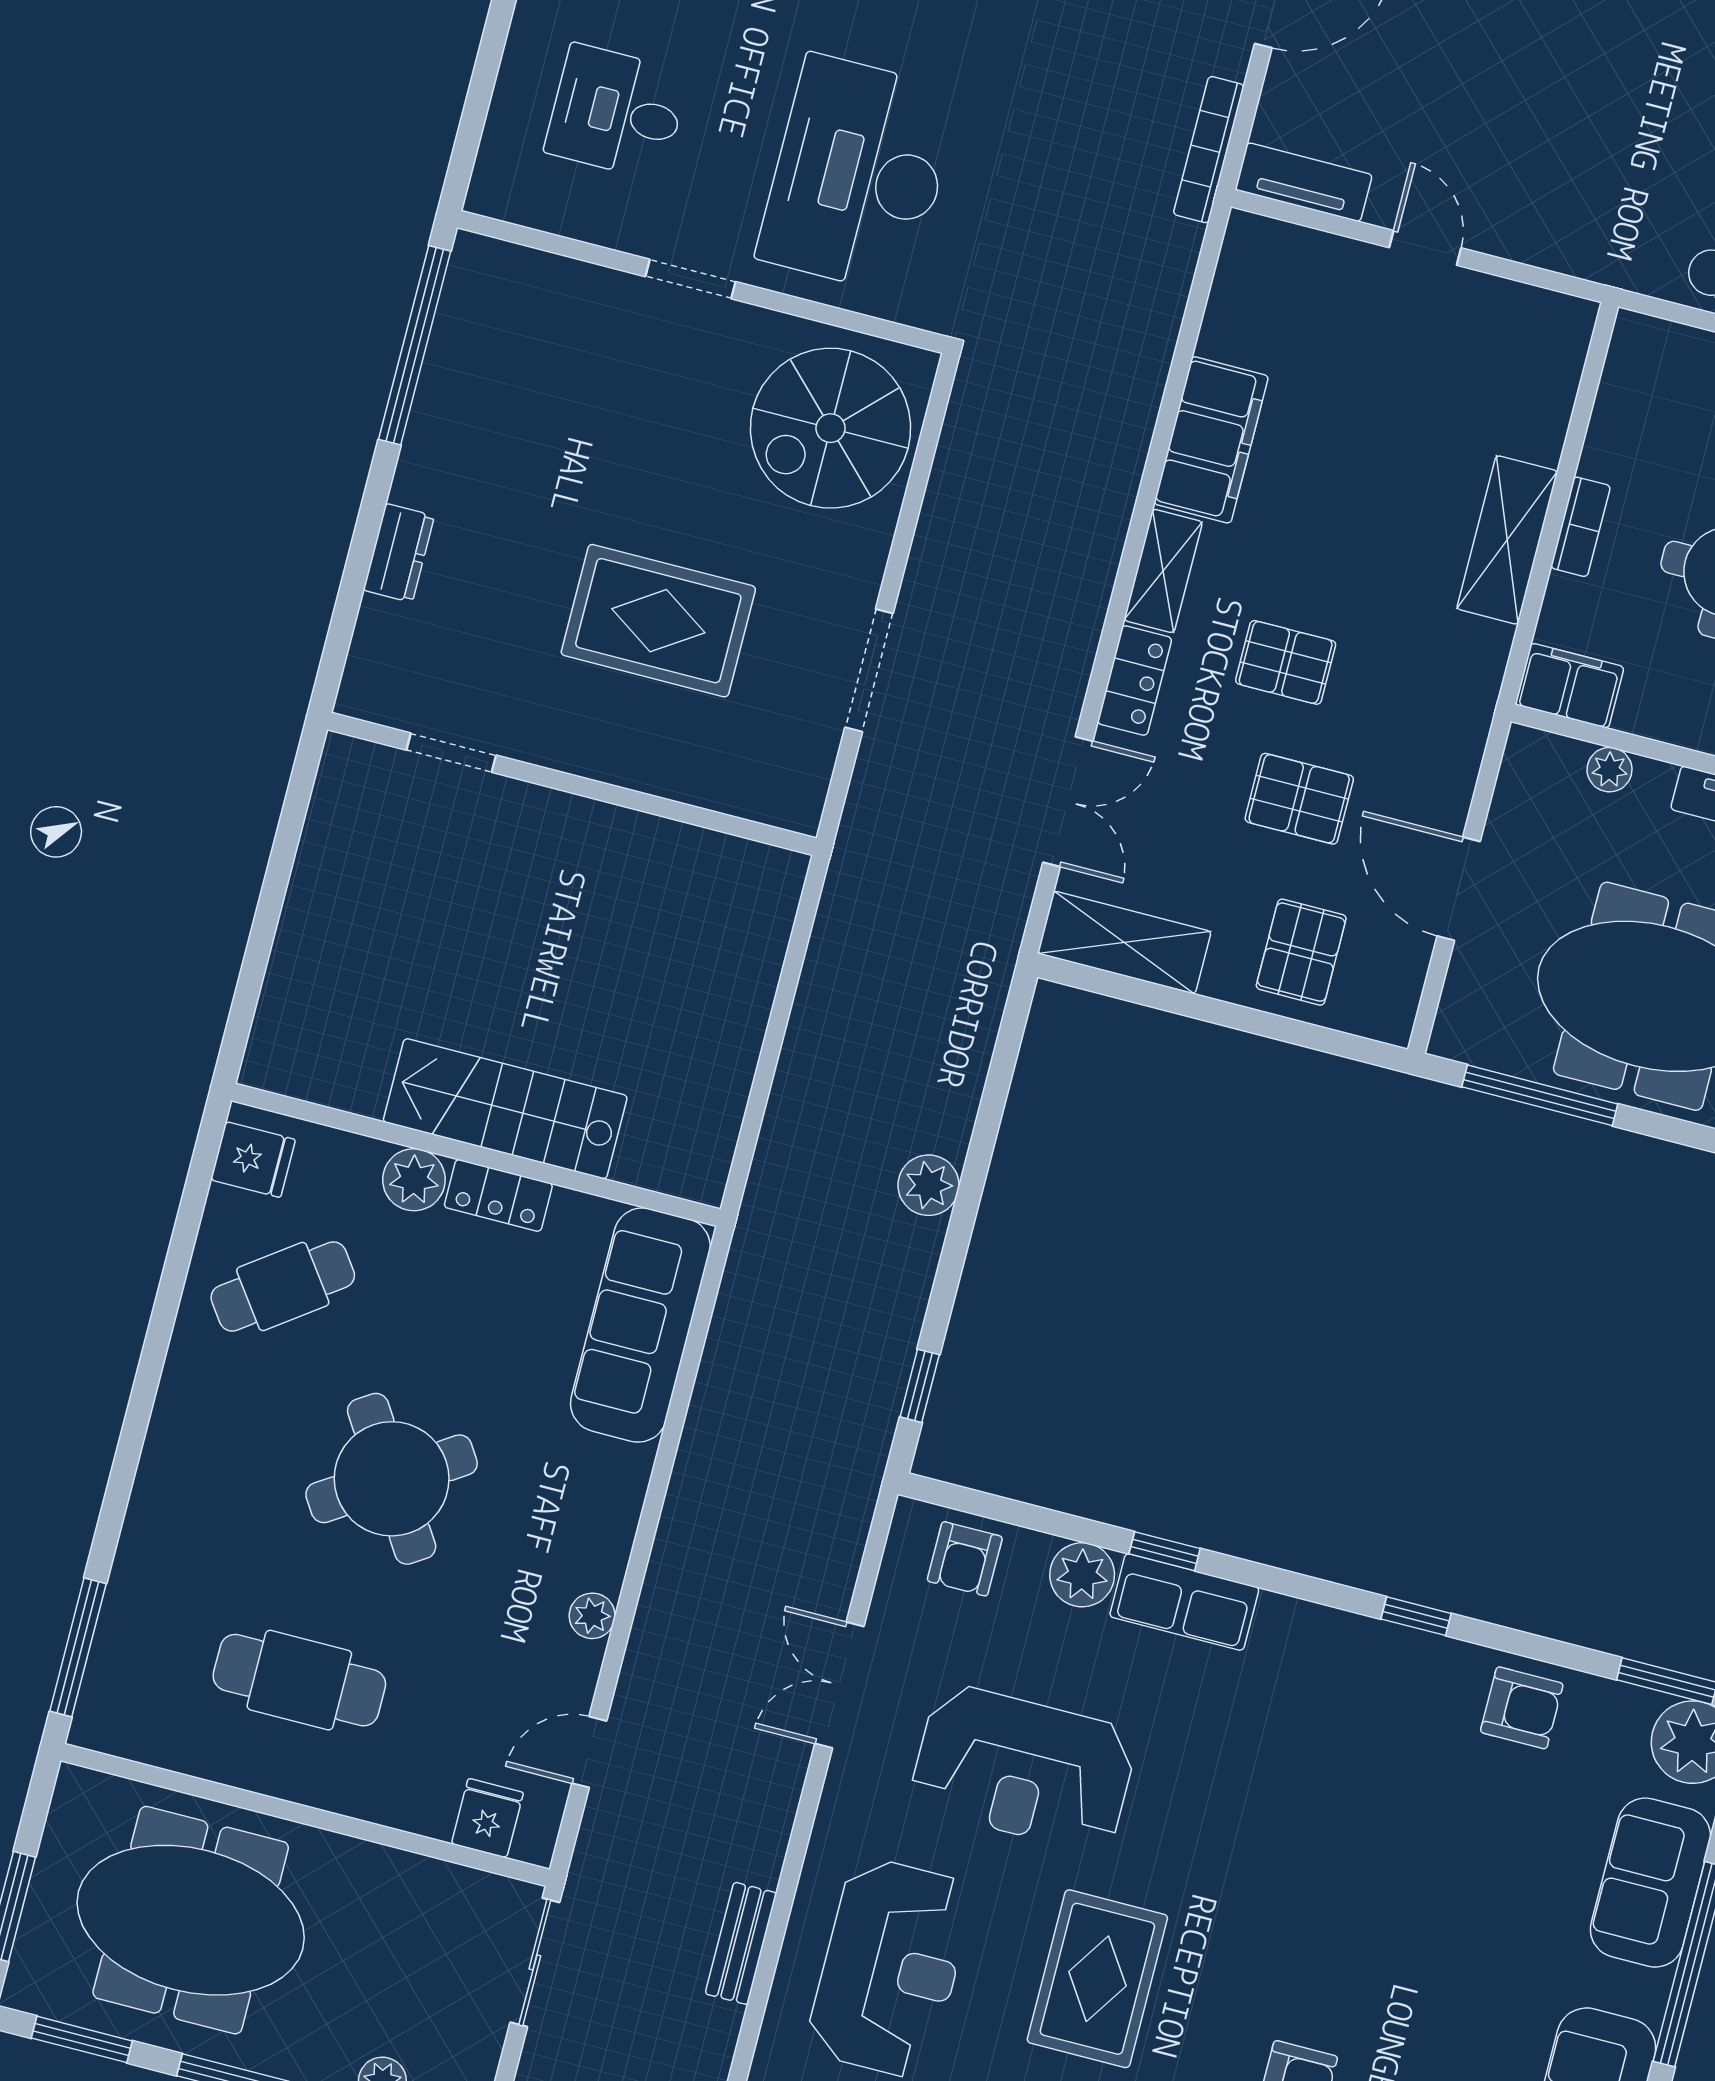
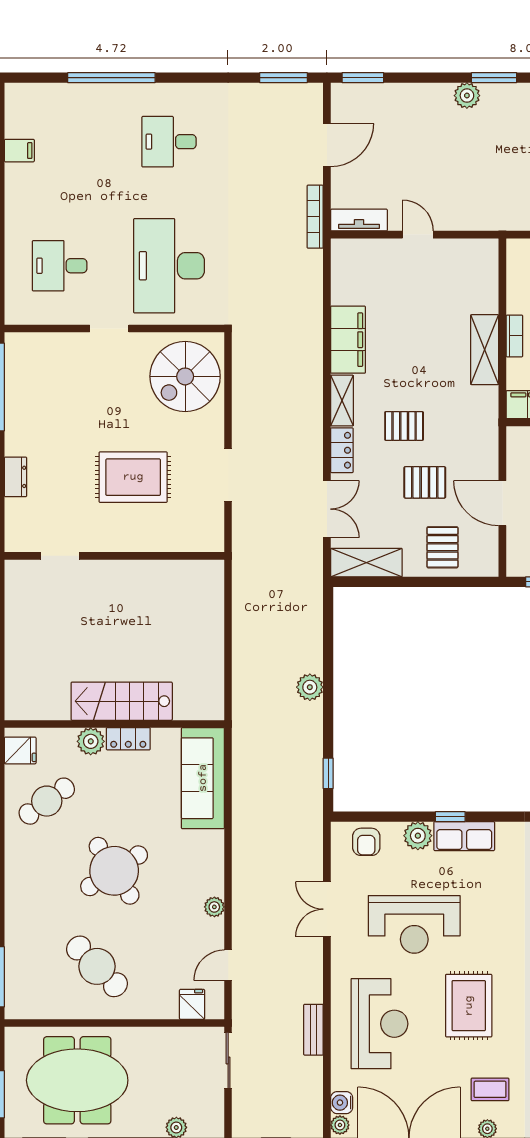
cafe table: (299, 1680) -> (97, 966), turned 45

